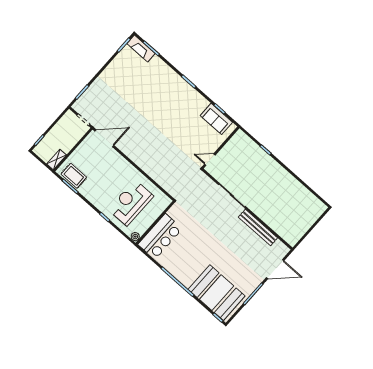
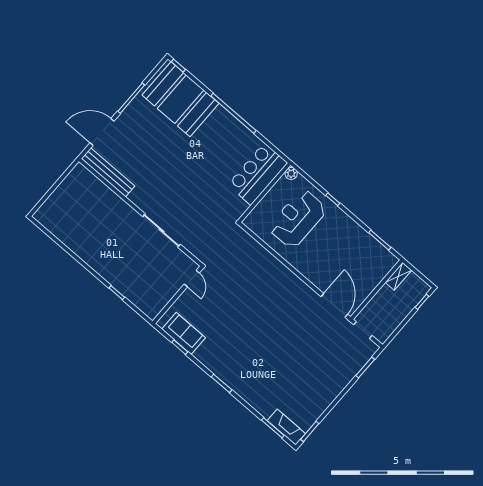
door: (104, 138) -> (334, 305), swing flipped
door: (210, 160) -> (192, 279), hinge flipped
rug: (74, 176) -> (375, 255), removed
reception desk: (131, 203) -> (298, 219), turned 180
bench: (258, 228) -> (108, 172), moved

